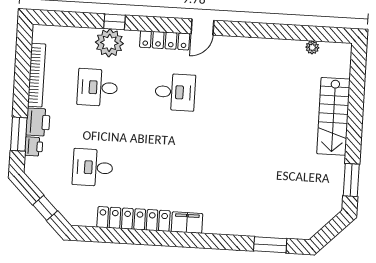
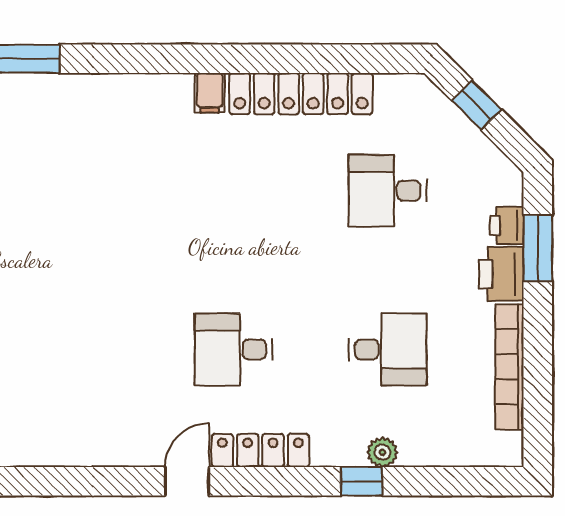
plant: (109, 43) -> (382, 452), width x0.53, depth x0.53
desk: (93, 168) -> (388, 191), turned 180
filing cabinet: (187, 223) -> (210, 93), width x0.50

